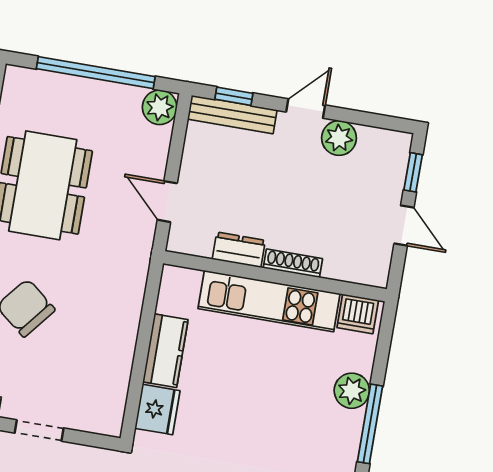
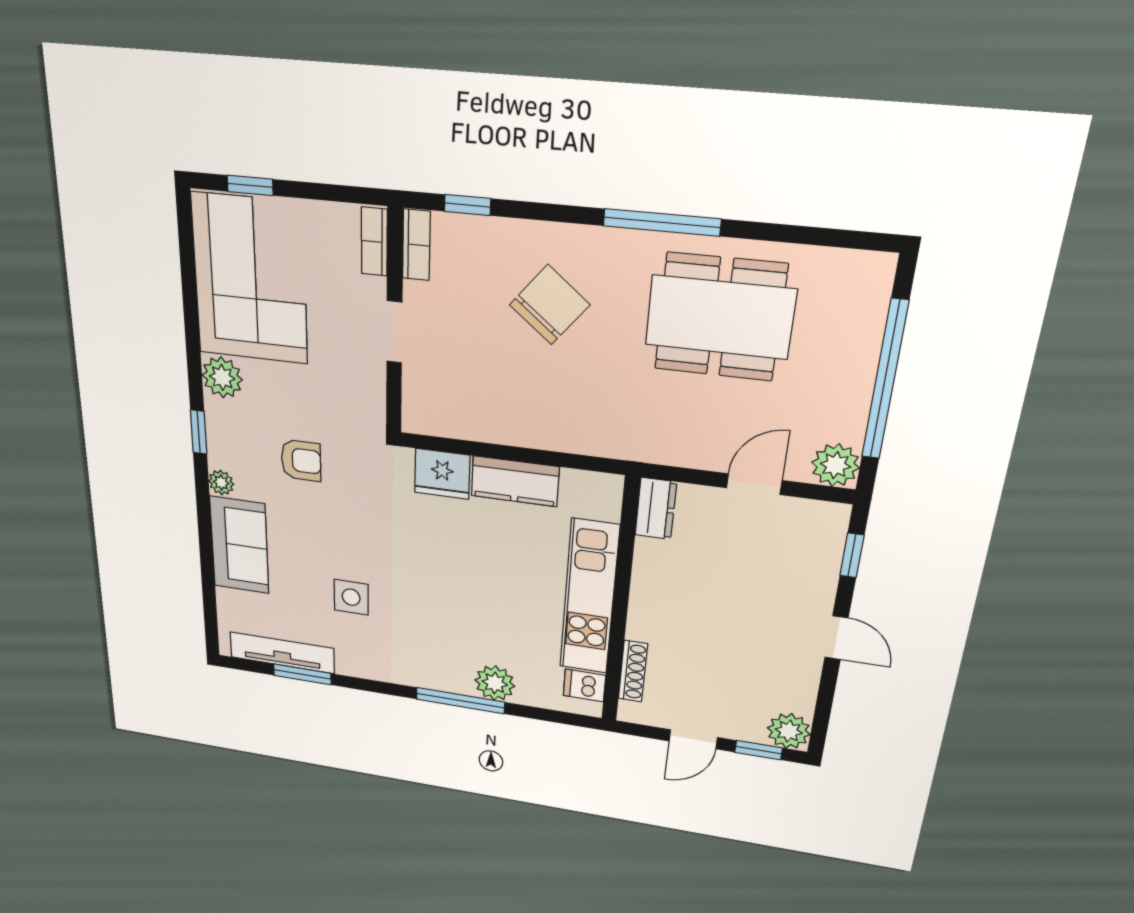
bench: (232, 115) -> (827, 554), removed
plant: (339, 138) -> (789, 731), moved
door: (167, 202) -> (754, 484), moved
dresser: (239, 250) -> (656, 509), moved
shoe rack: (293, 263) -> (633, 671), moved
dishwasher: (358, 314) -> (584, 685), width x0.73

